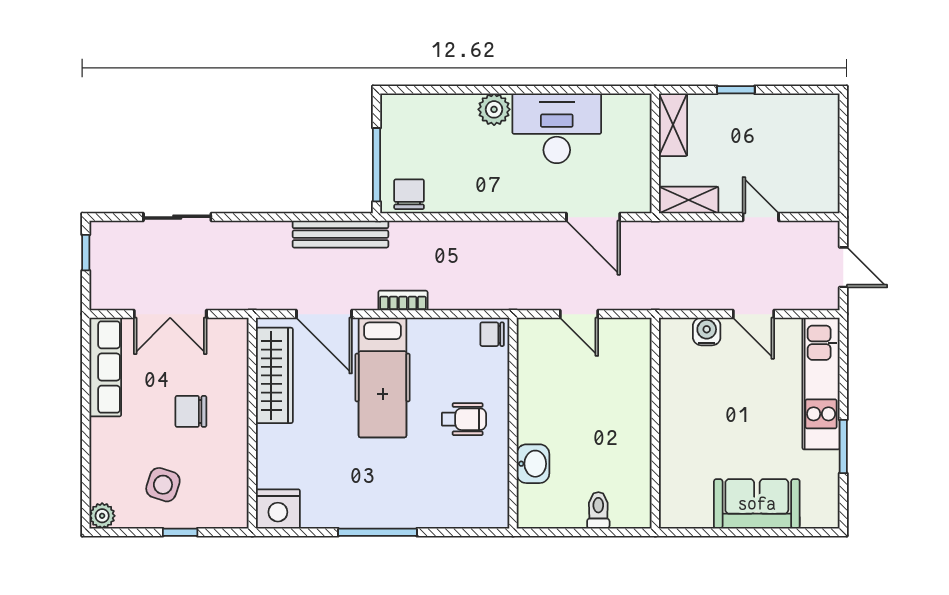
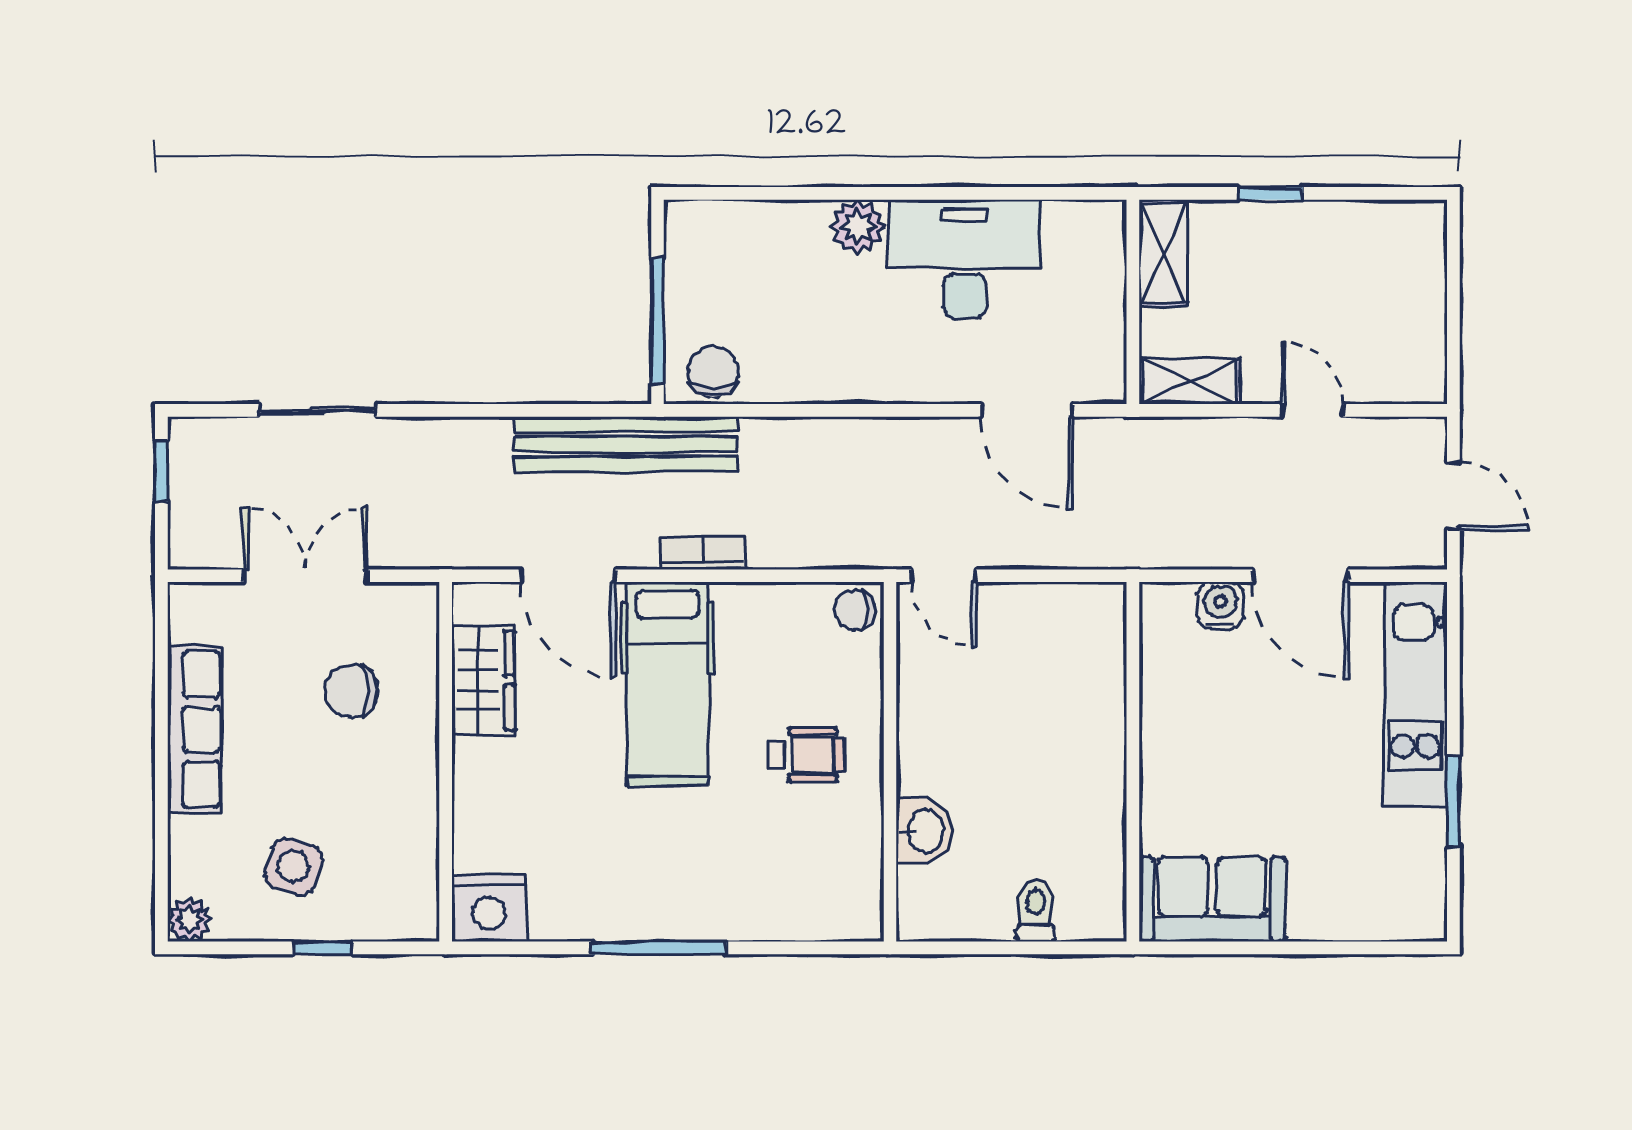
bench: (340, 234) -> (626, 444), width x1.37, depth x1.21
double door: (170, 314) -> (305, 576), swing flipped
door: (579, 314) -> (944, 576), moved
door: (753, 314) -> (1300, 576), width x1.38
row of seats: (105, 367) -> (195, 729), moved
wardrobe: (274, 375) -> (483, 680), width x0.67
chair: (191, 411) -> (351, 691), moved
sofa: (757, 504) -> (1212, 899), moved

